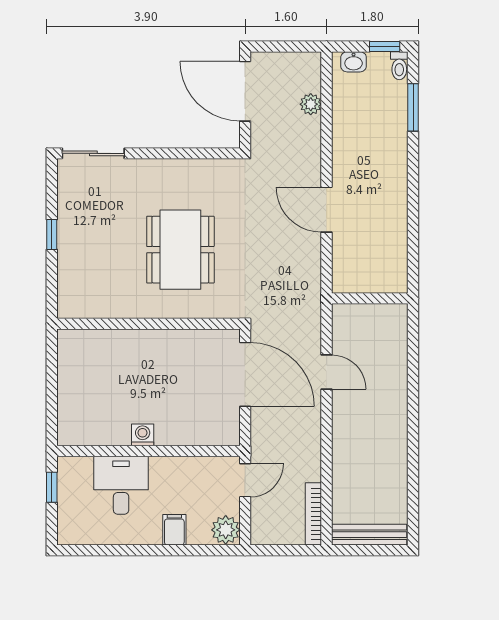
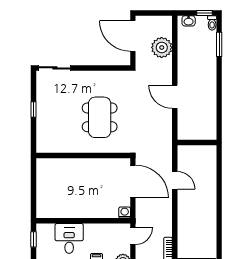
plant: (311, 104) -> (162, 47), width x1.88, depth x1.88
washing machine: (143, 435) -> (125, 213), moved

